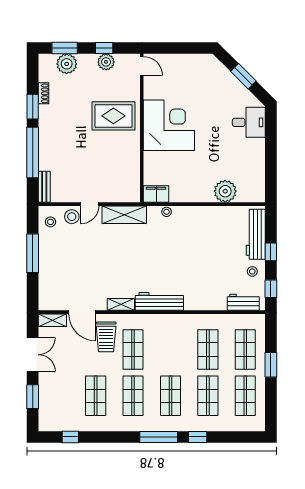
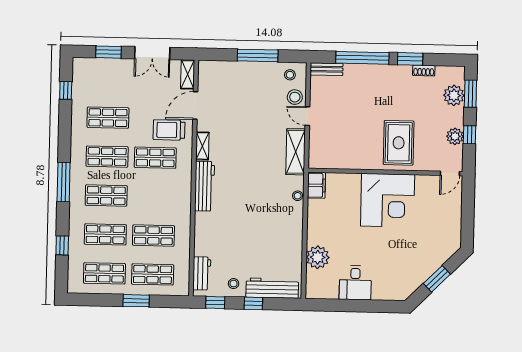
desk: (249, 122) -> (355, 283), moved
window: (198, 437) -> (62, 245), moved

